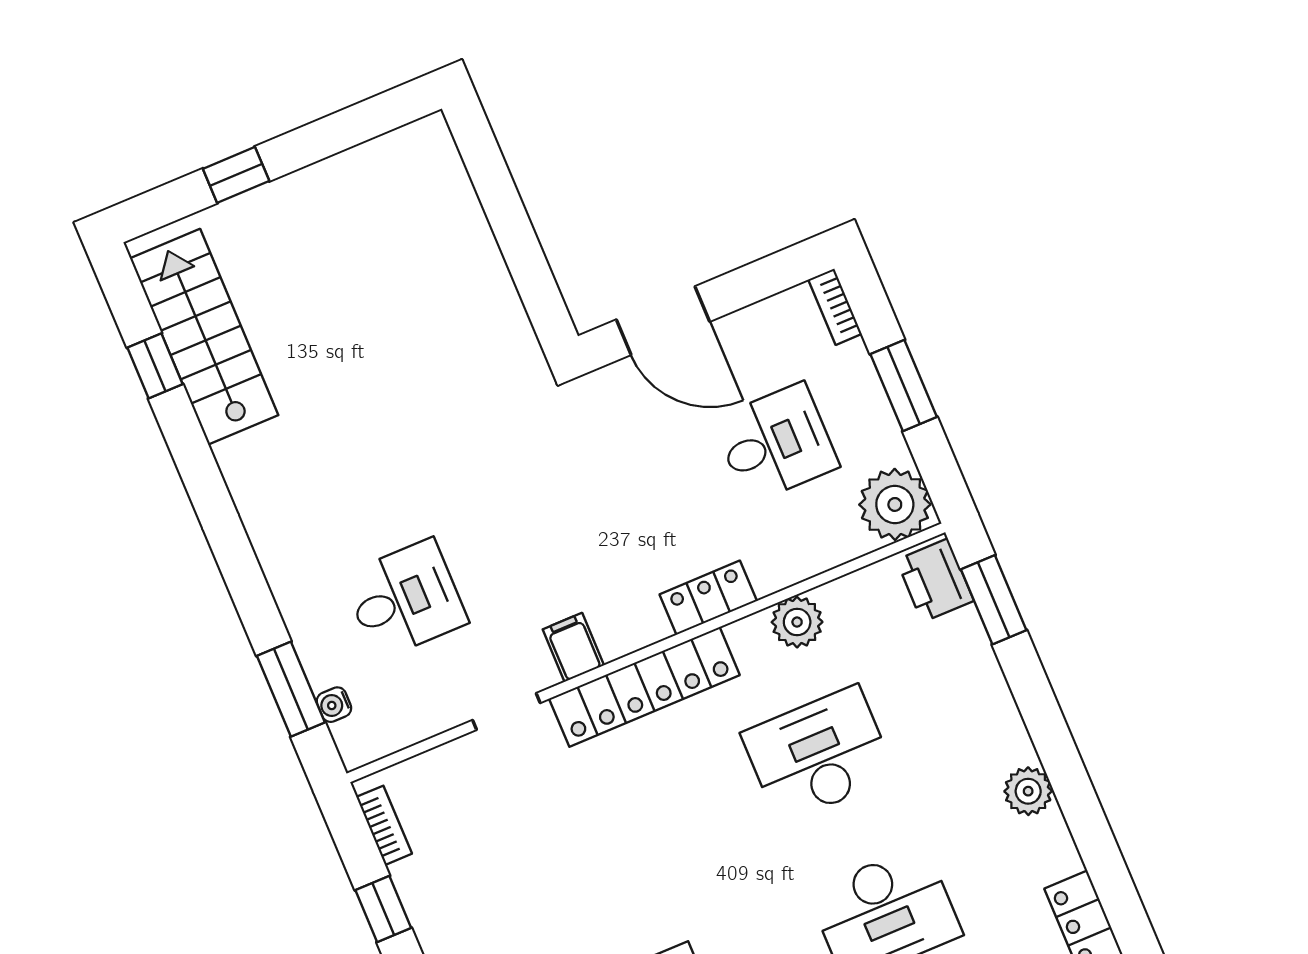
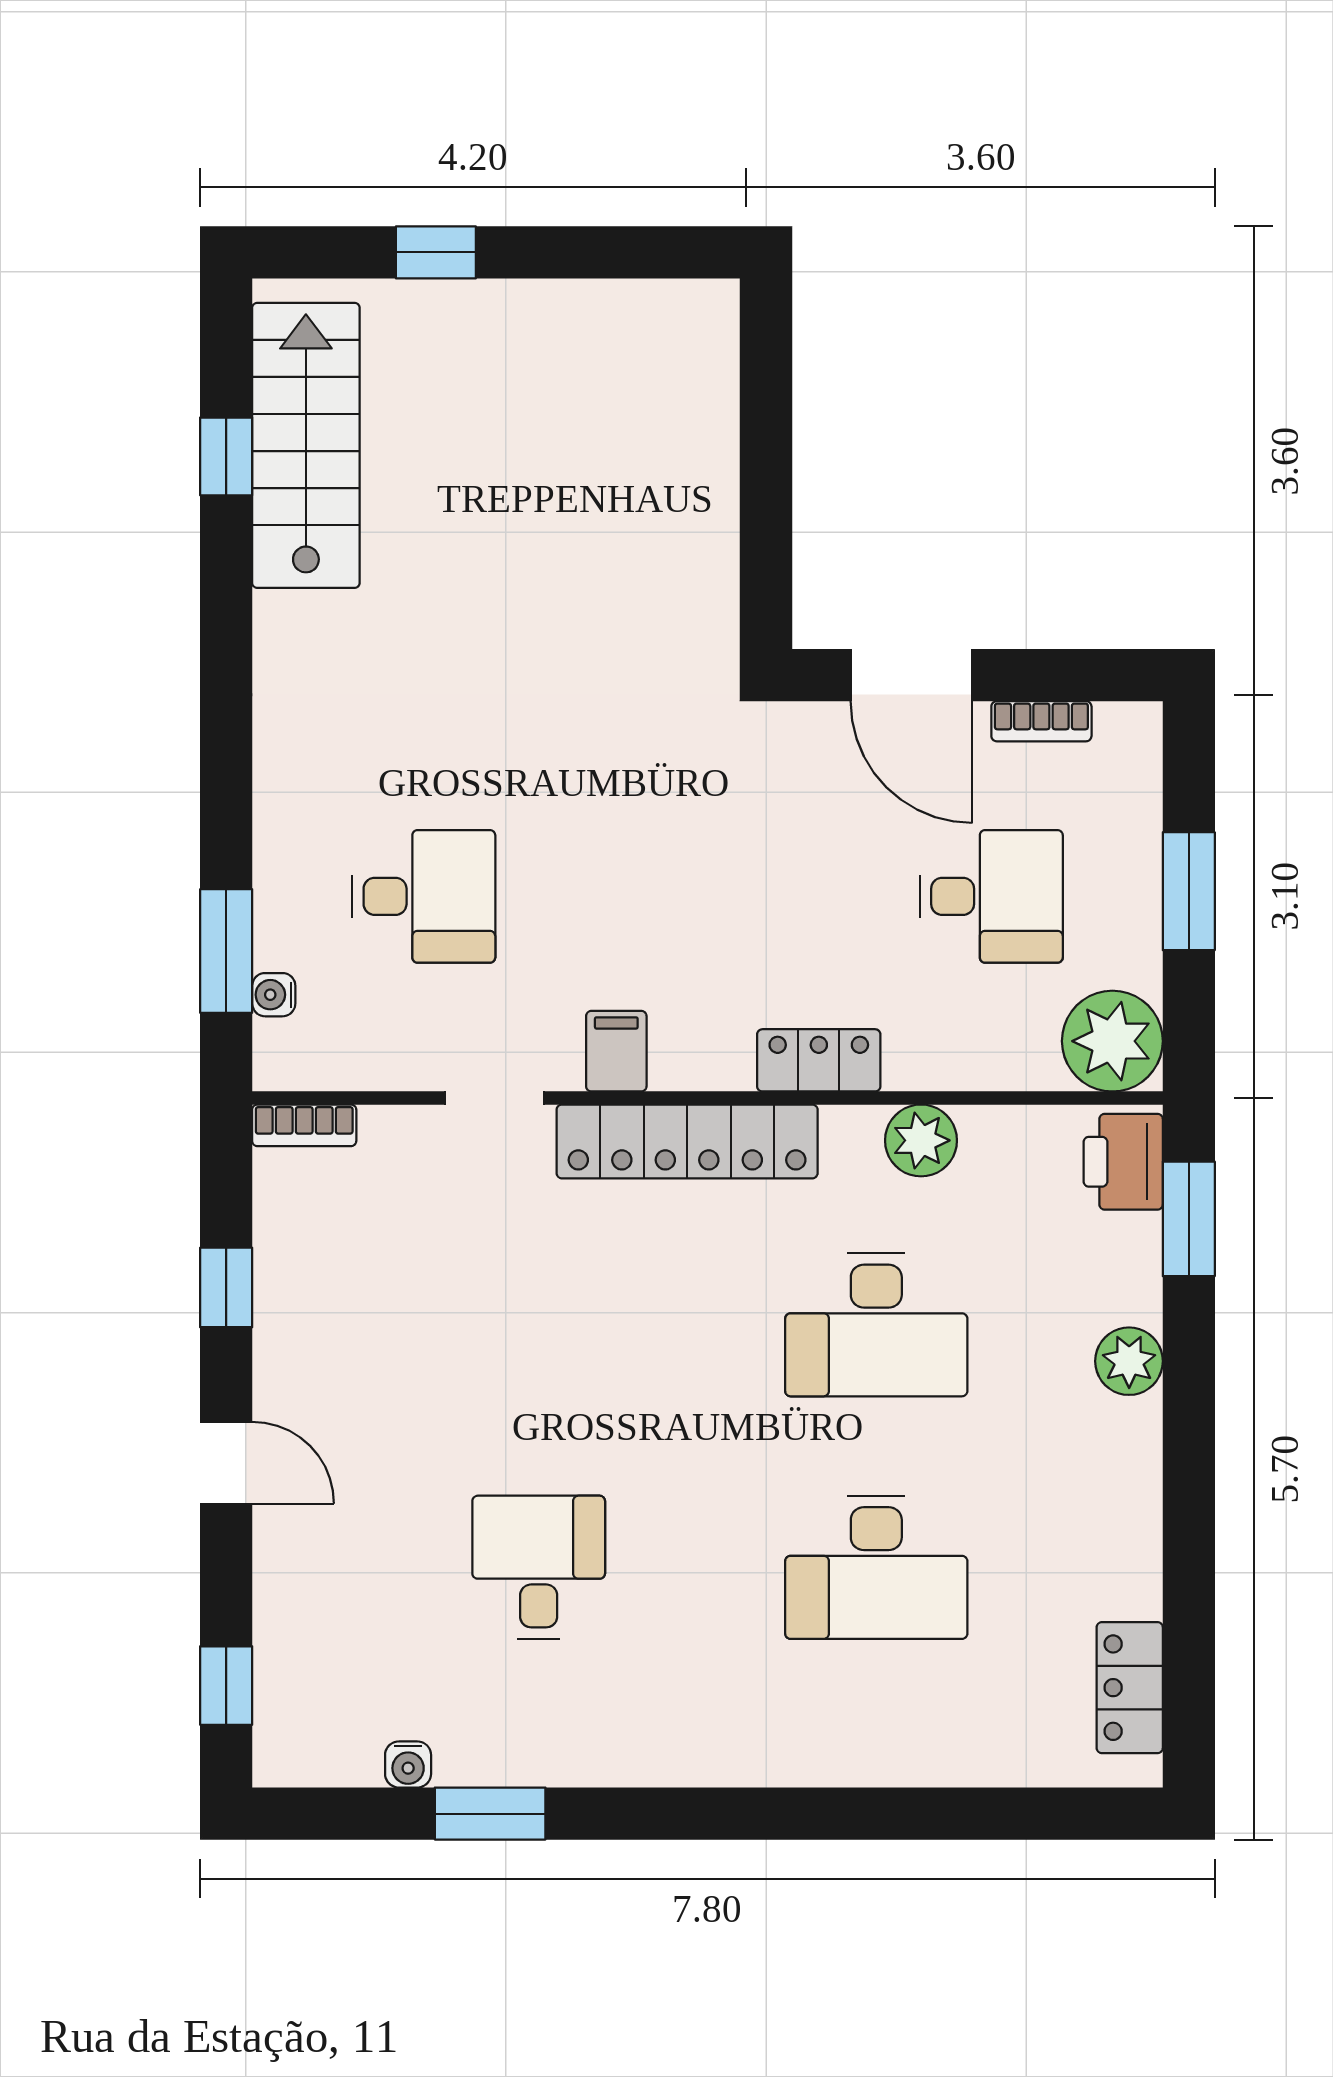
bookcase: (835, 307) -> (1041, 721), moved, turned -90
desk: (818, 755) -> (876, 1325), turned 180
plant: (1028, 791) -> (1129, 1361), moved
bookcase: (384, 825) -> (304, 1125), moved, turned 90

